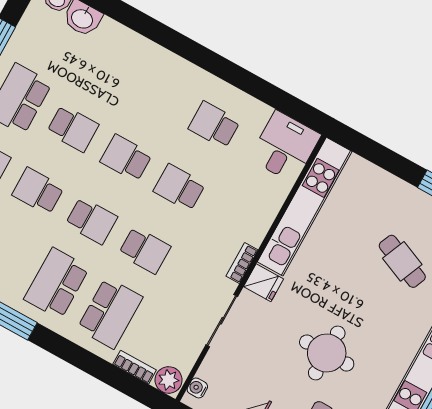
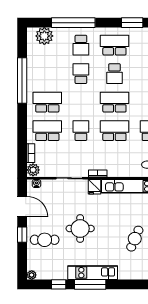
school desk: (126, 158) -> (114, 102), width x1.85
school desk: (179, 188) -> (114, 131), width x1.85
school desk: (91, 221) -> (81, 102), removed
school desk: (145, 250) -> (81, 131), turned 180
school desk: (110, 313) -> (47, 131), turned 180

